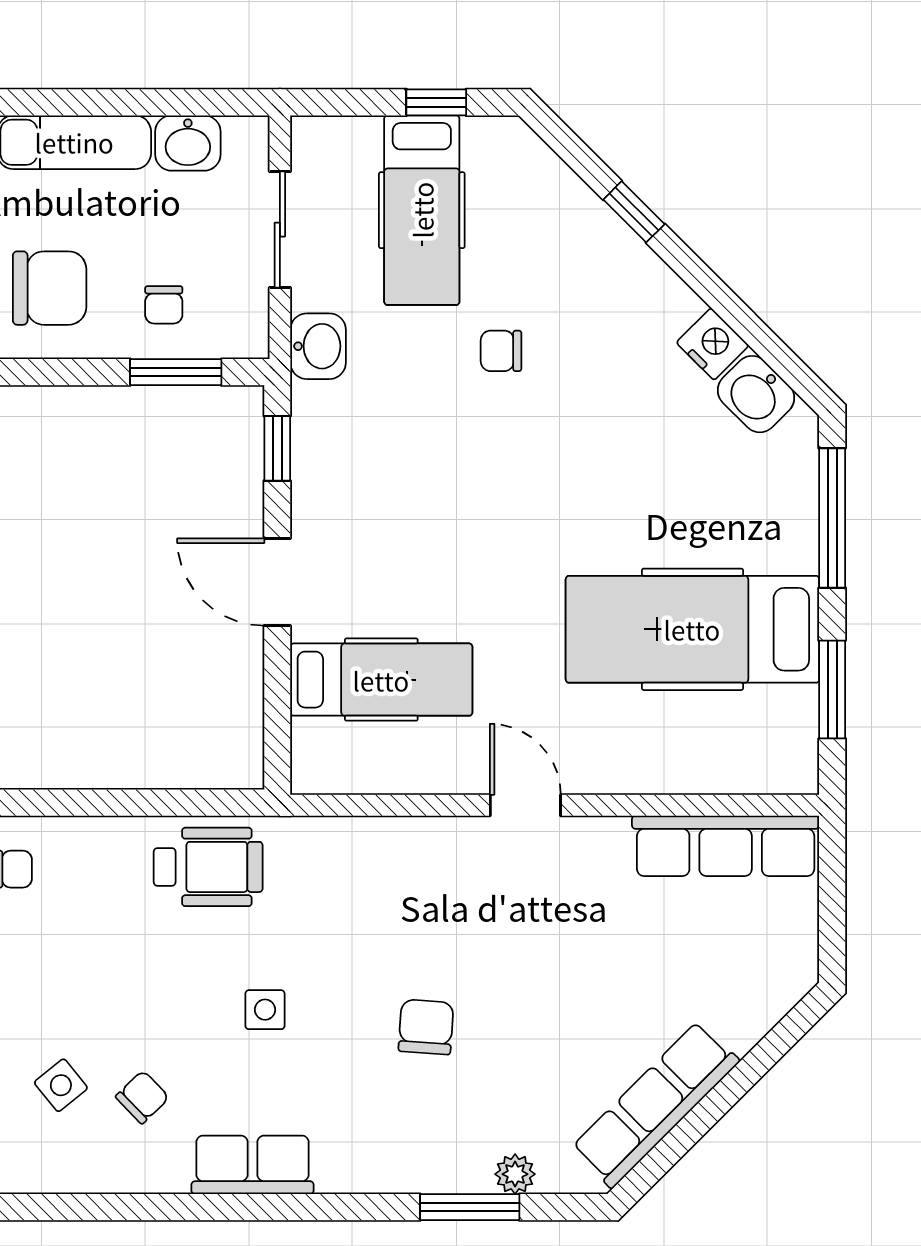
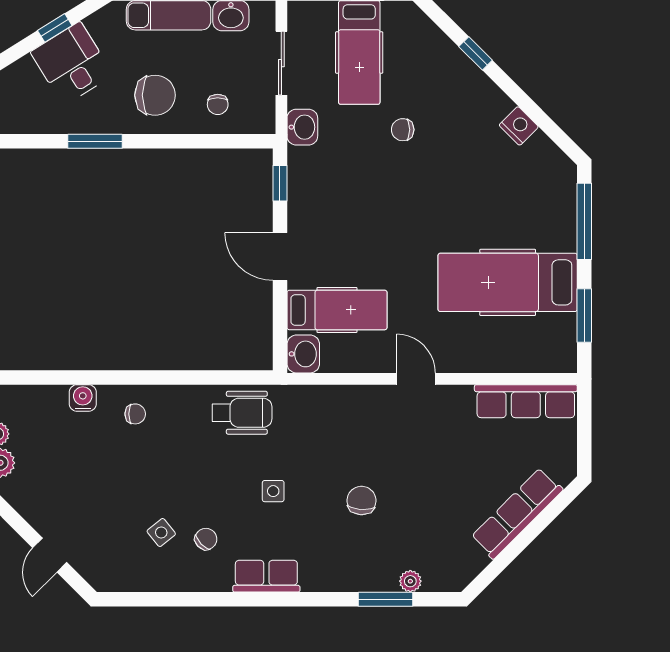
window: (176, 372) -> (224, 141), removed
washbasin: (756, 394) -> (303, 354), moved, turned -135
row of seats: (655, 1104) -> (517, 513), moved

